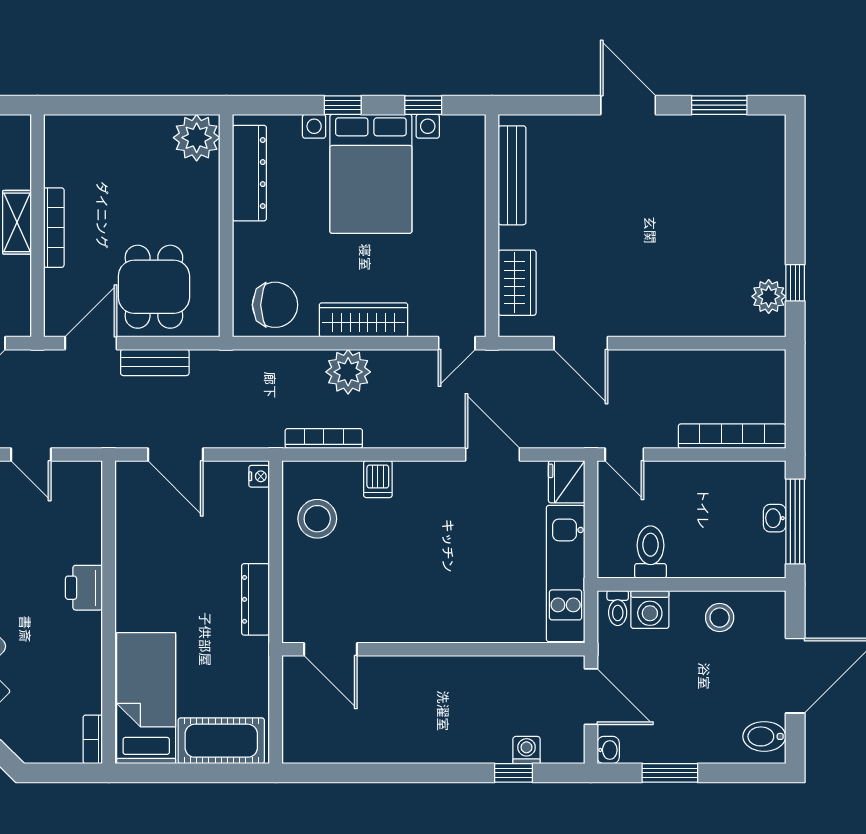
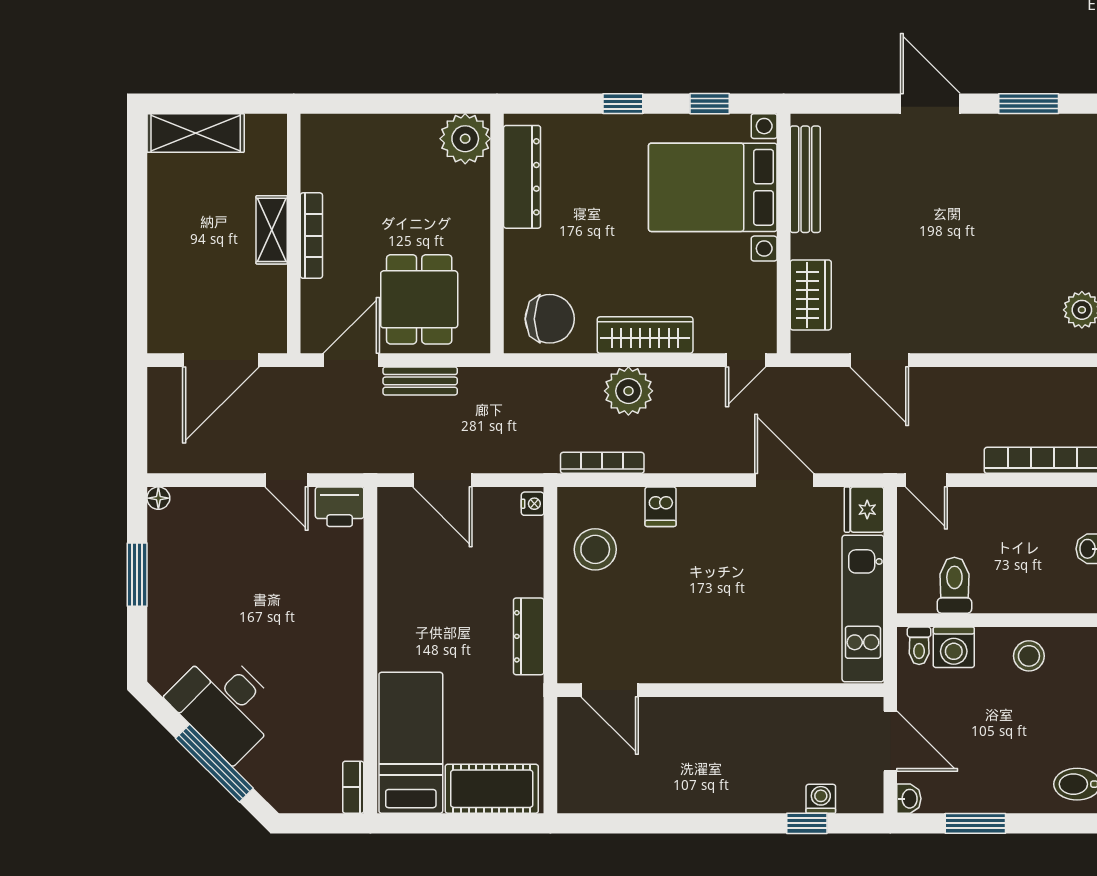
bed with nightstands: (371, 174) -> (713, 187), moved, turned 90
printer: (84, 588) -> (340, 507), moved, turned -90

